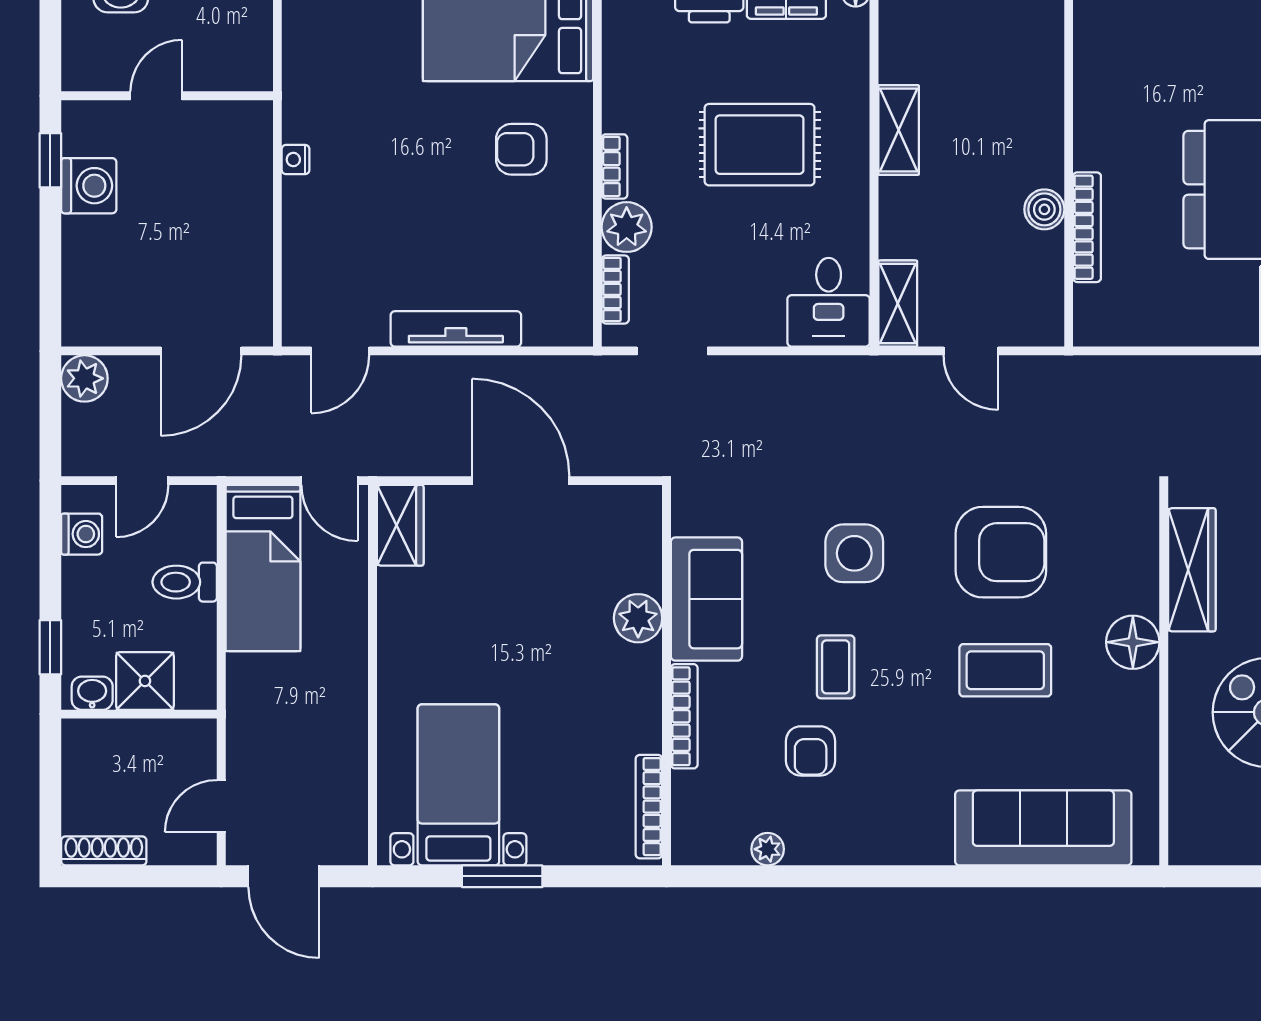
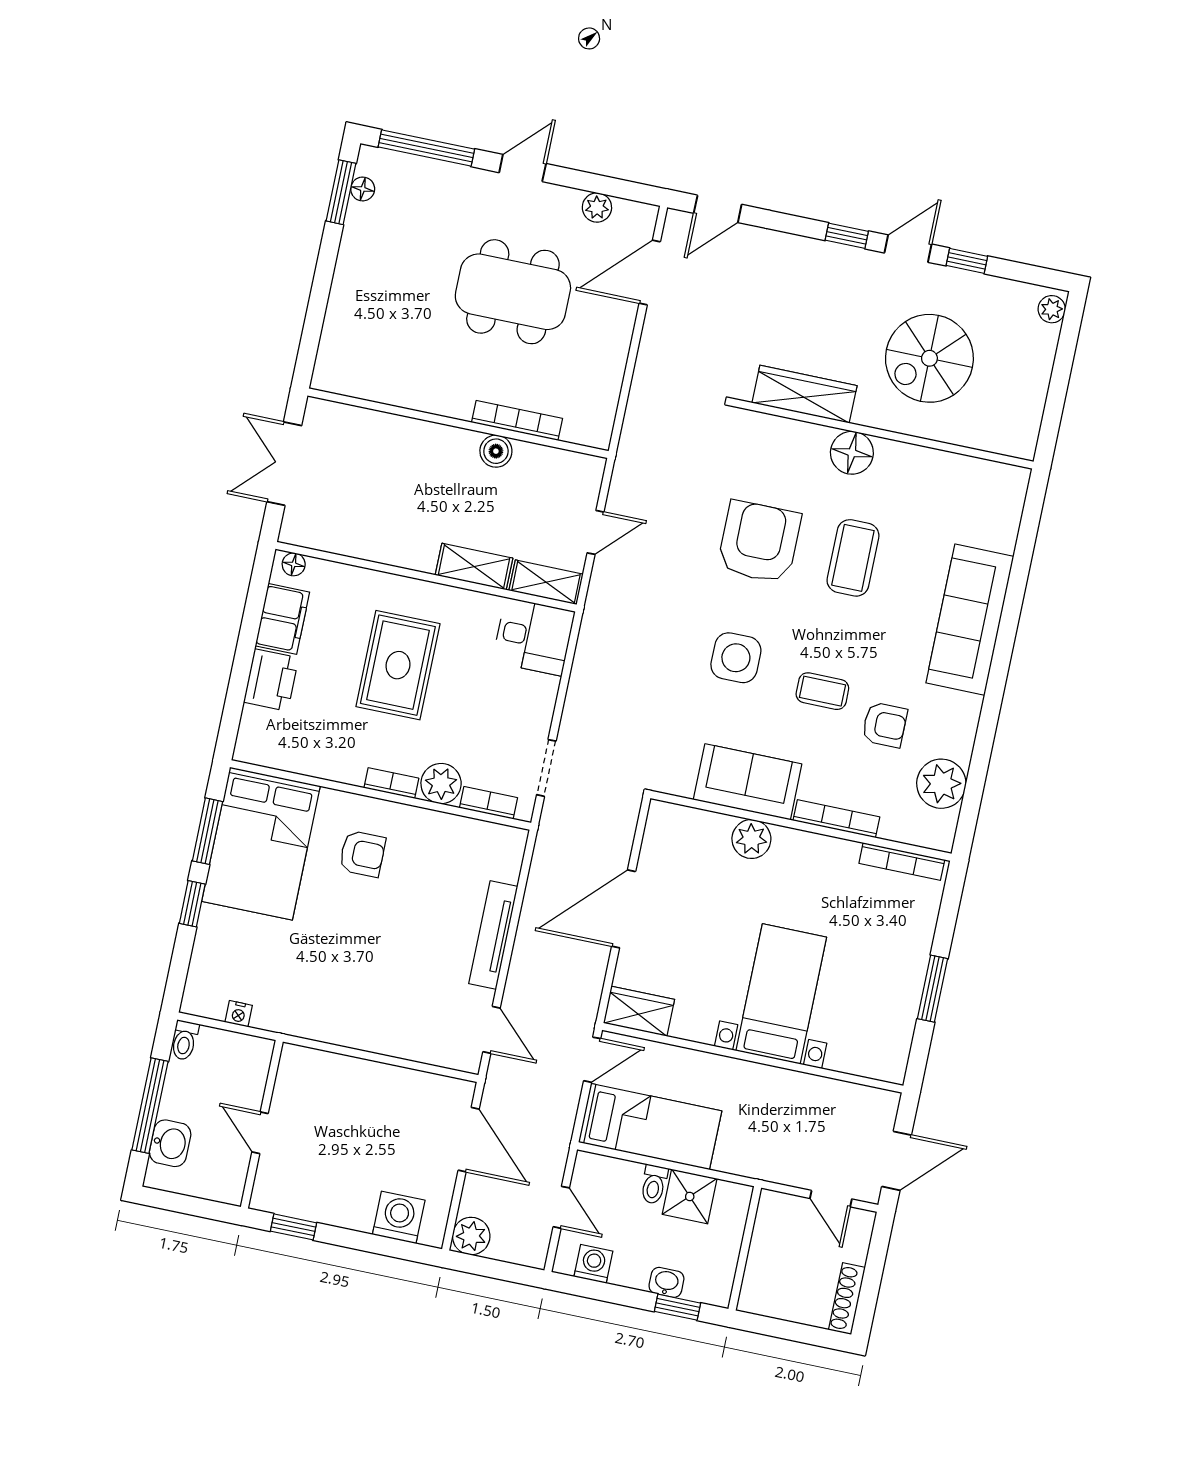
shelving: (899, 130) -> (474, 567), moved
armchair: (521, 149) -> (362, 854), turned -90
nightstand: (296, 160) -> (239, 1014), moved
washing machine: (89, 186) -> (399, 1217), moved
toilet: (185, 582) -> (654, 1184), width x0.73, depth x0.72
shower: (145, 681) -> (690, 1196), moved
washbasin: (92, 693) -> (666, 1282), moved, turned 90
bed with nightstands: (458, 785) -> (781, 994), moved, turned 90
sofa: (1043, 828) -> (970, 620), moved
plant: (768, 849) -> (941, 784), width x1.88, depth x1.88

